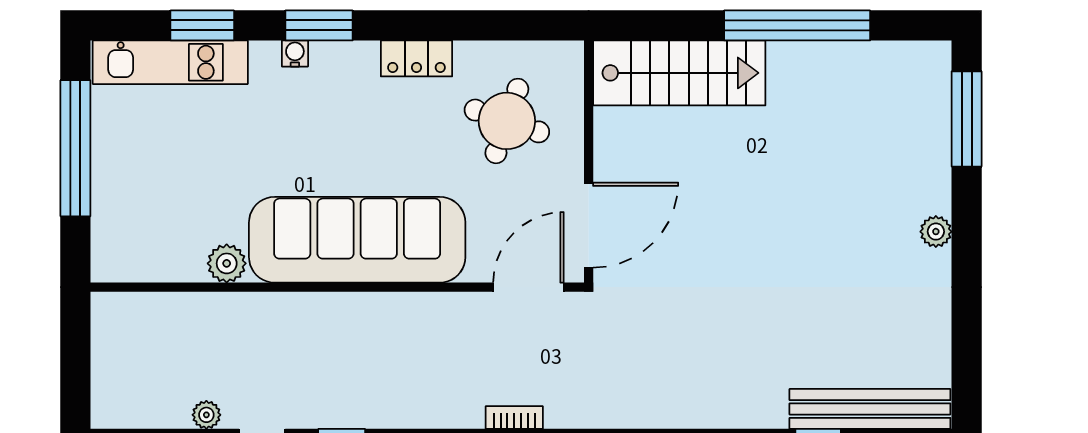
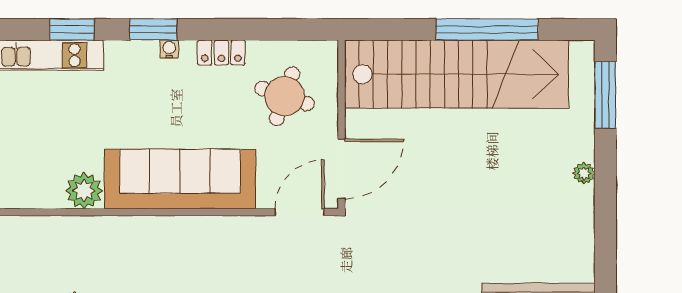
water cooler: (295, 53) -> (169, 49), moved
stairs: (679, 73) -> (456, 74), width x1.86, depth x1.51
plant: (227, 263) -> (84, 191), width x1.36, depth x1.36

